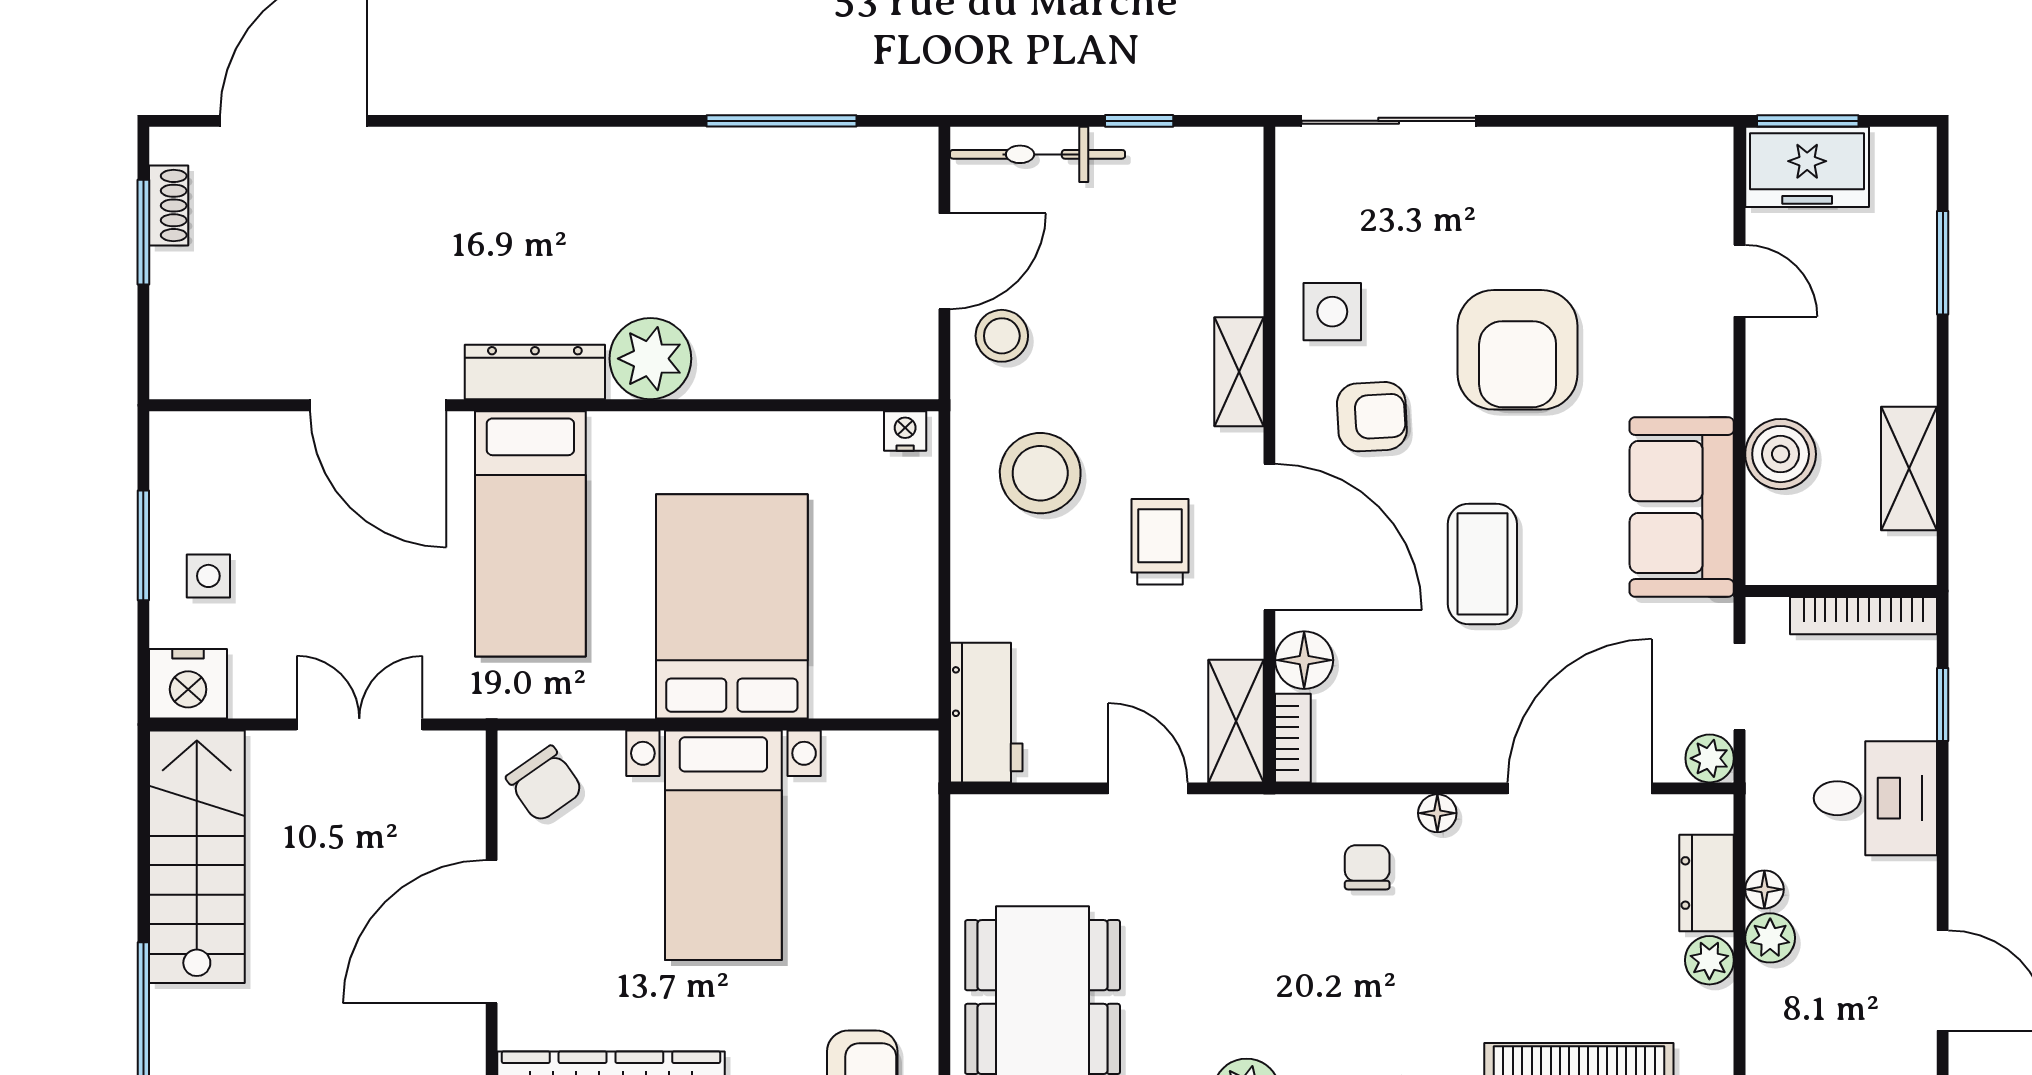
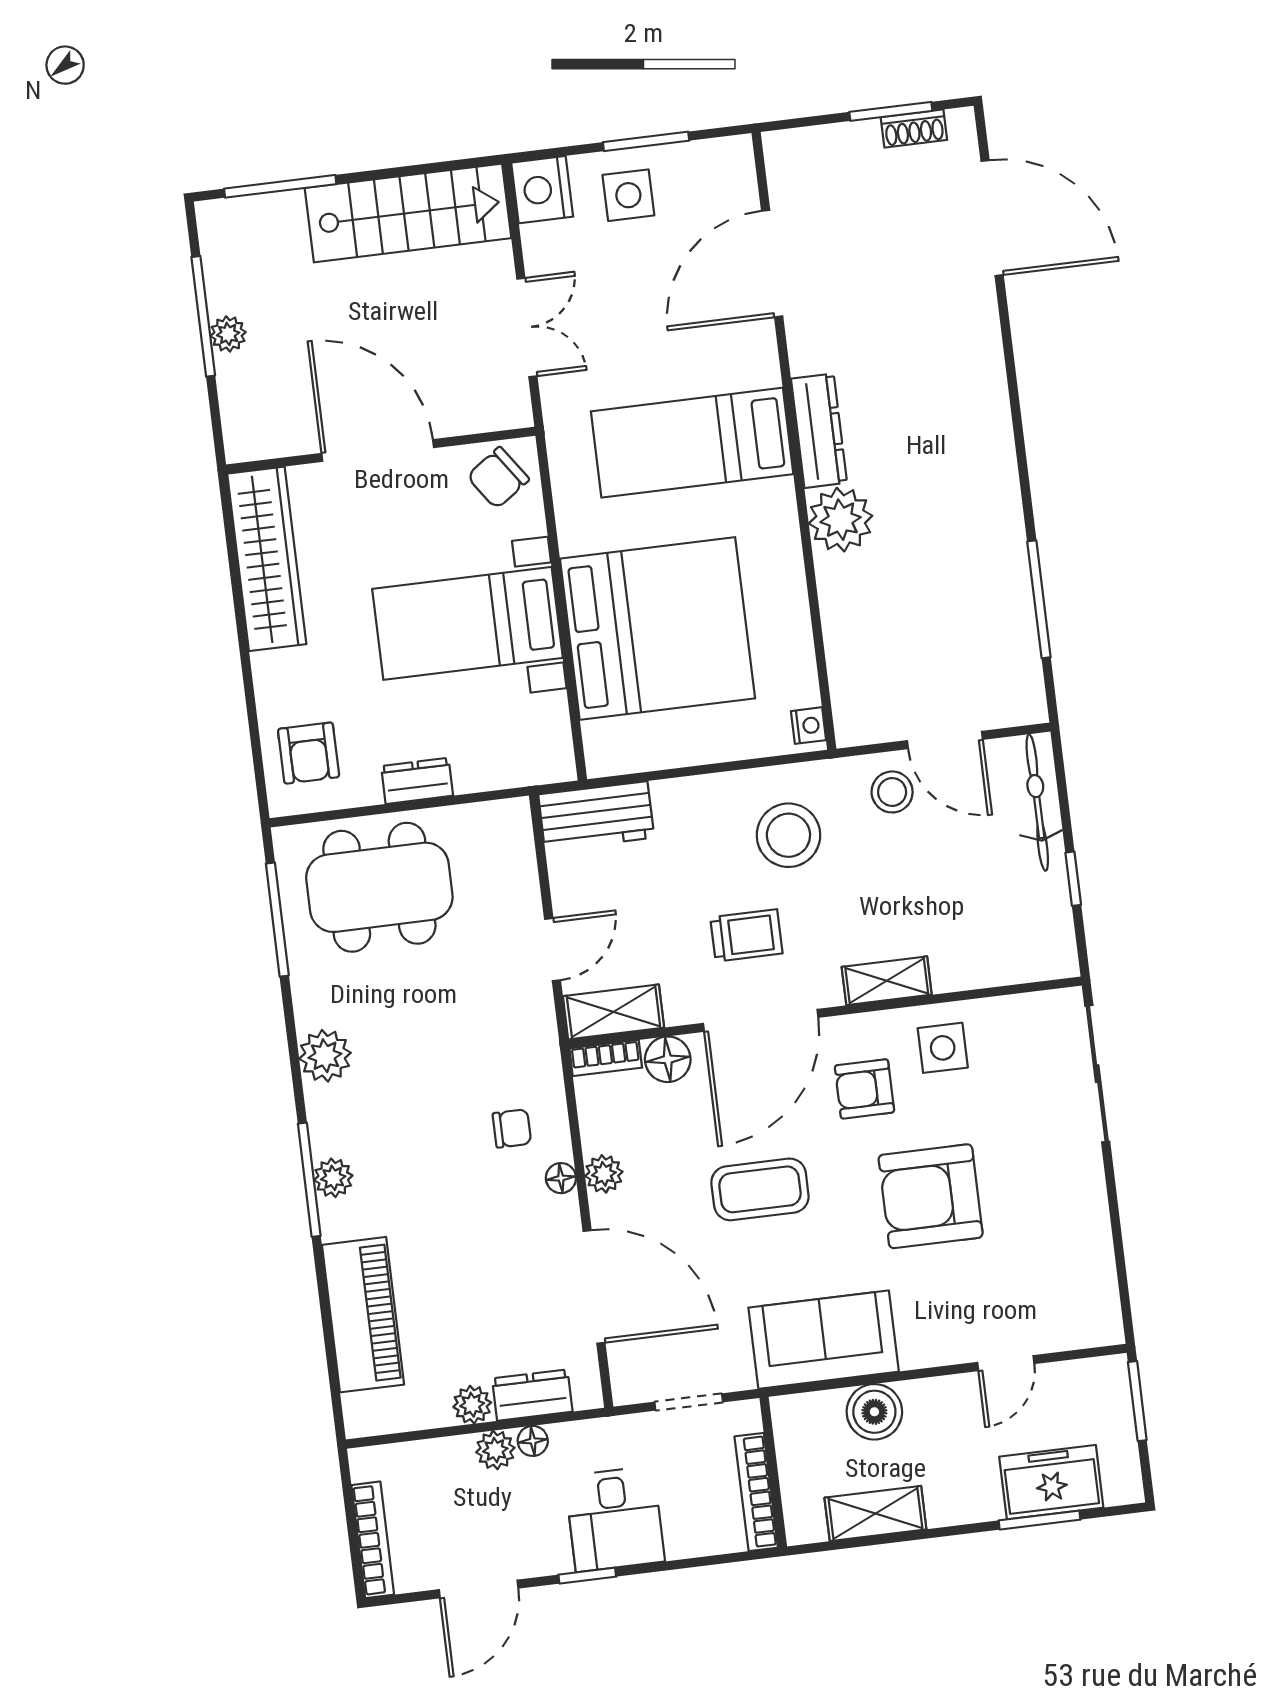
freezer: (1807, 167) -> (1051, 1482), moved, turned 90
door: (378, 405) -> (772, 264), moved
armchair: (1372, 417) -> (864, 1089), turned 93
side table: (208, 576) -> (628, 195), width x1.37, depth x1.37
bed: (732, 606) -> (657, 629), width x1.36
window: (1943, 705) -> (587, 1576), moved
plant: (1710, 758) -> (604, 1174), moved
dresser: (914, 933) -> (417, 781), added

